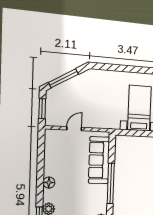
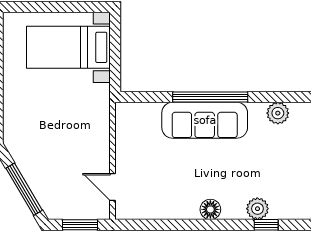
door: (74, 129) -> (112, 187), moved
sofa: (99, 160) -> (205, 120), moved

